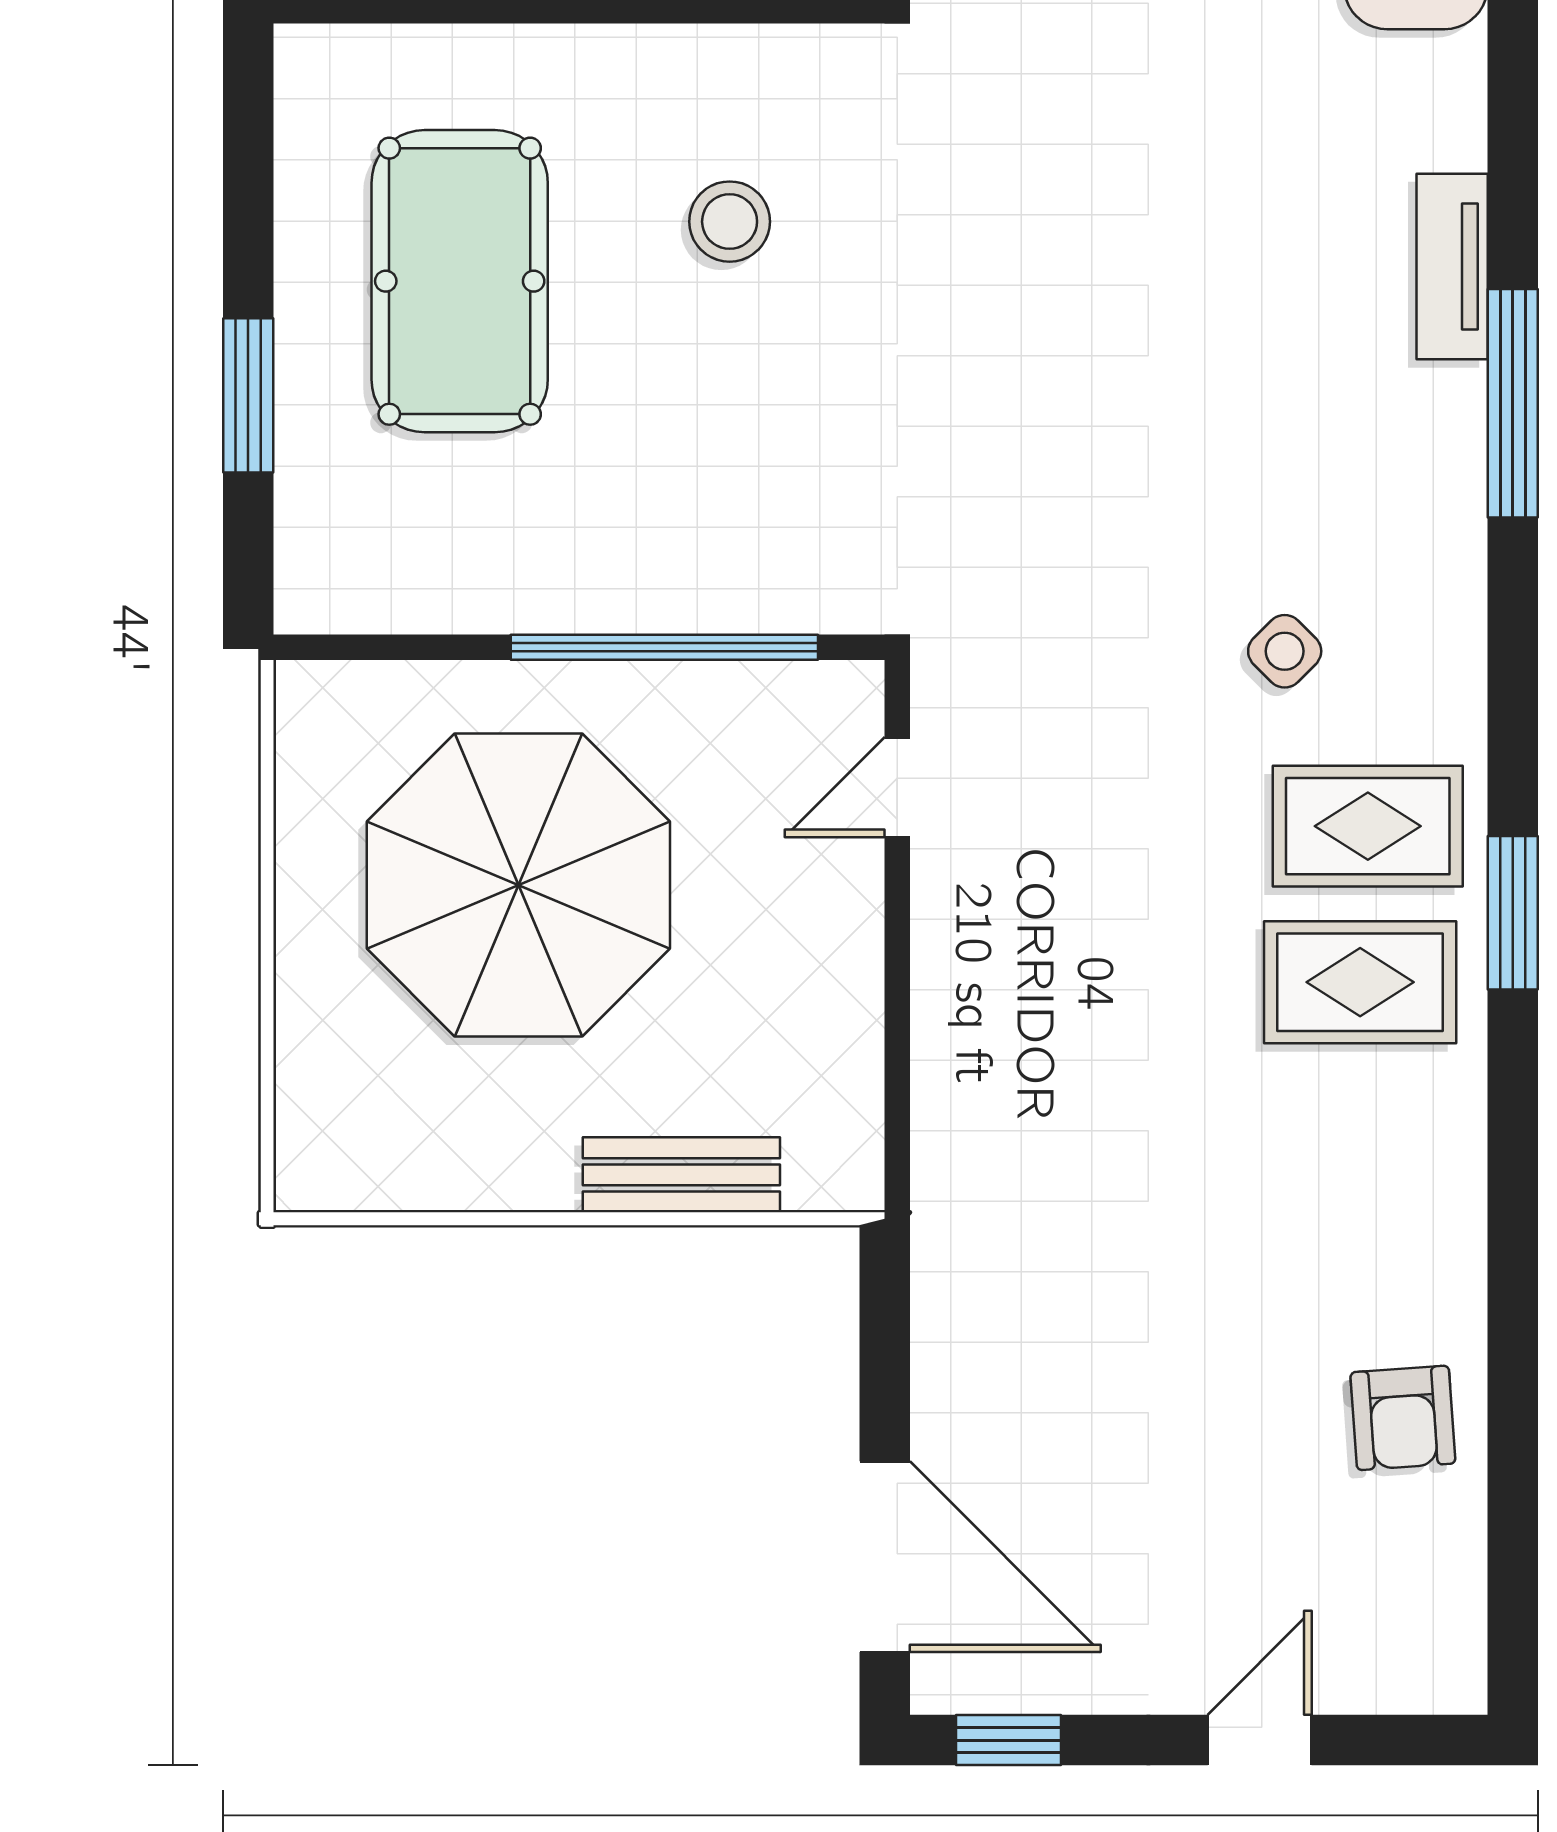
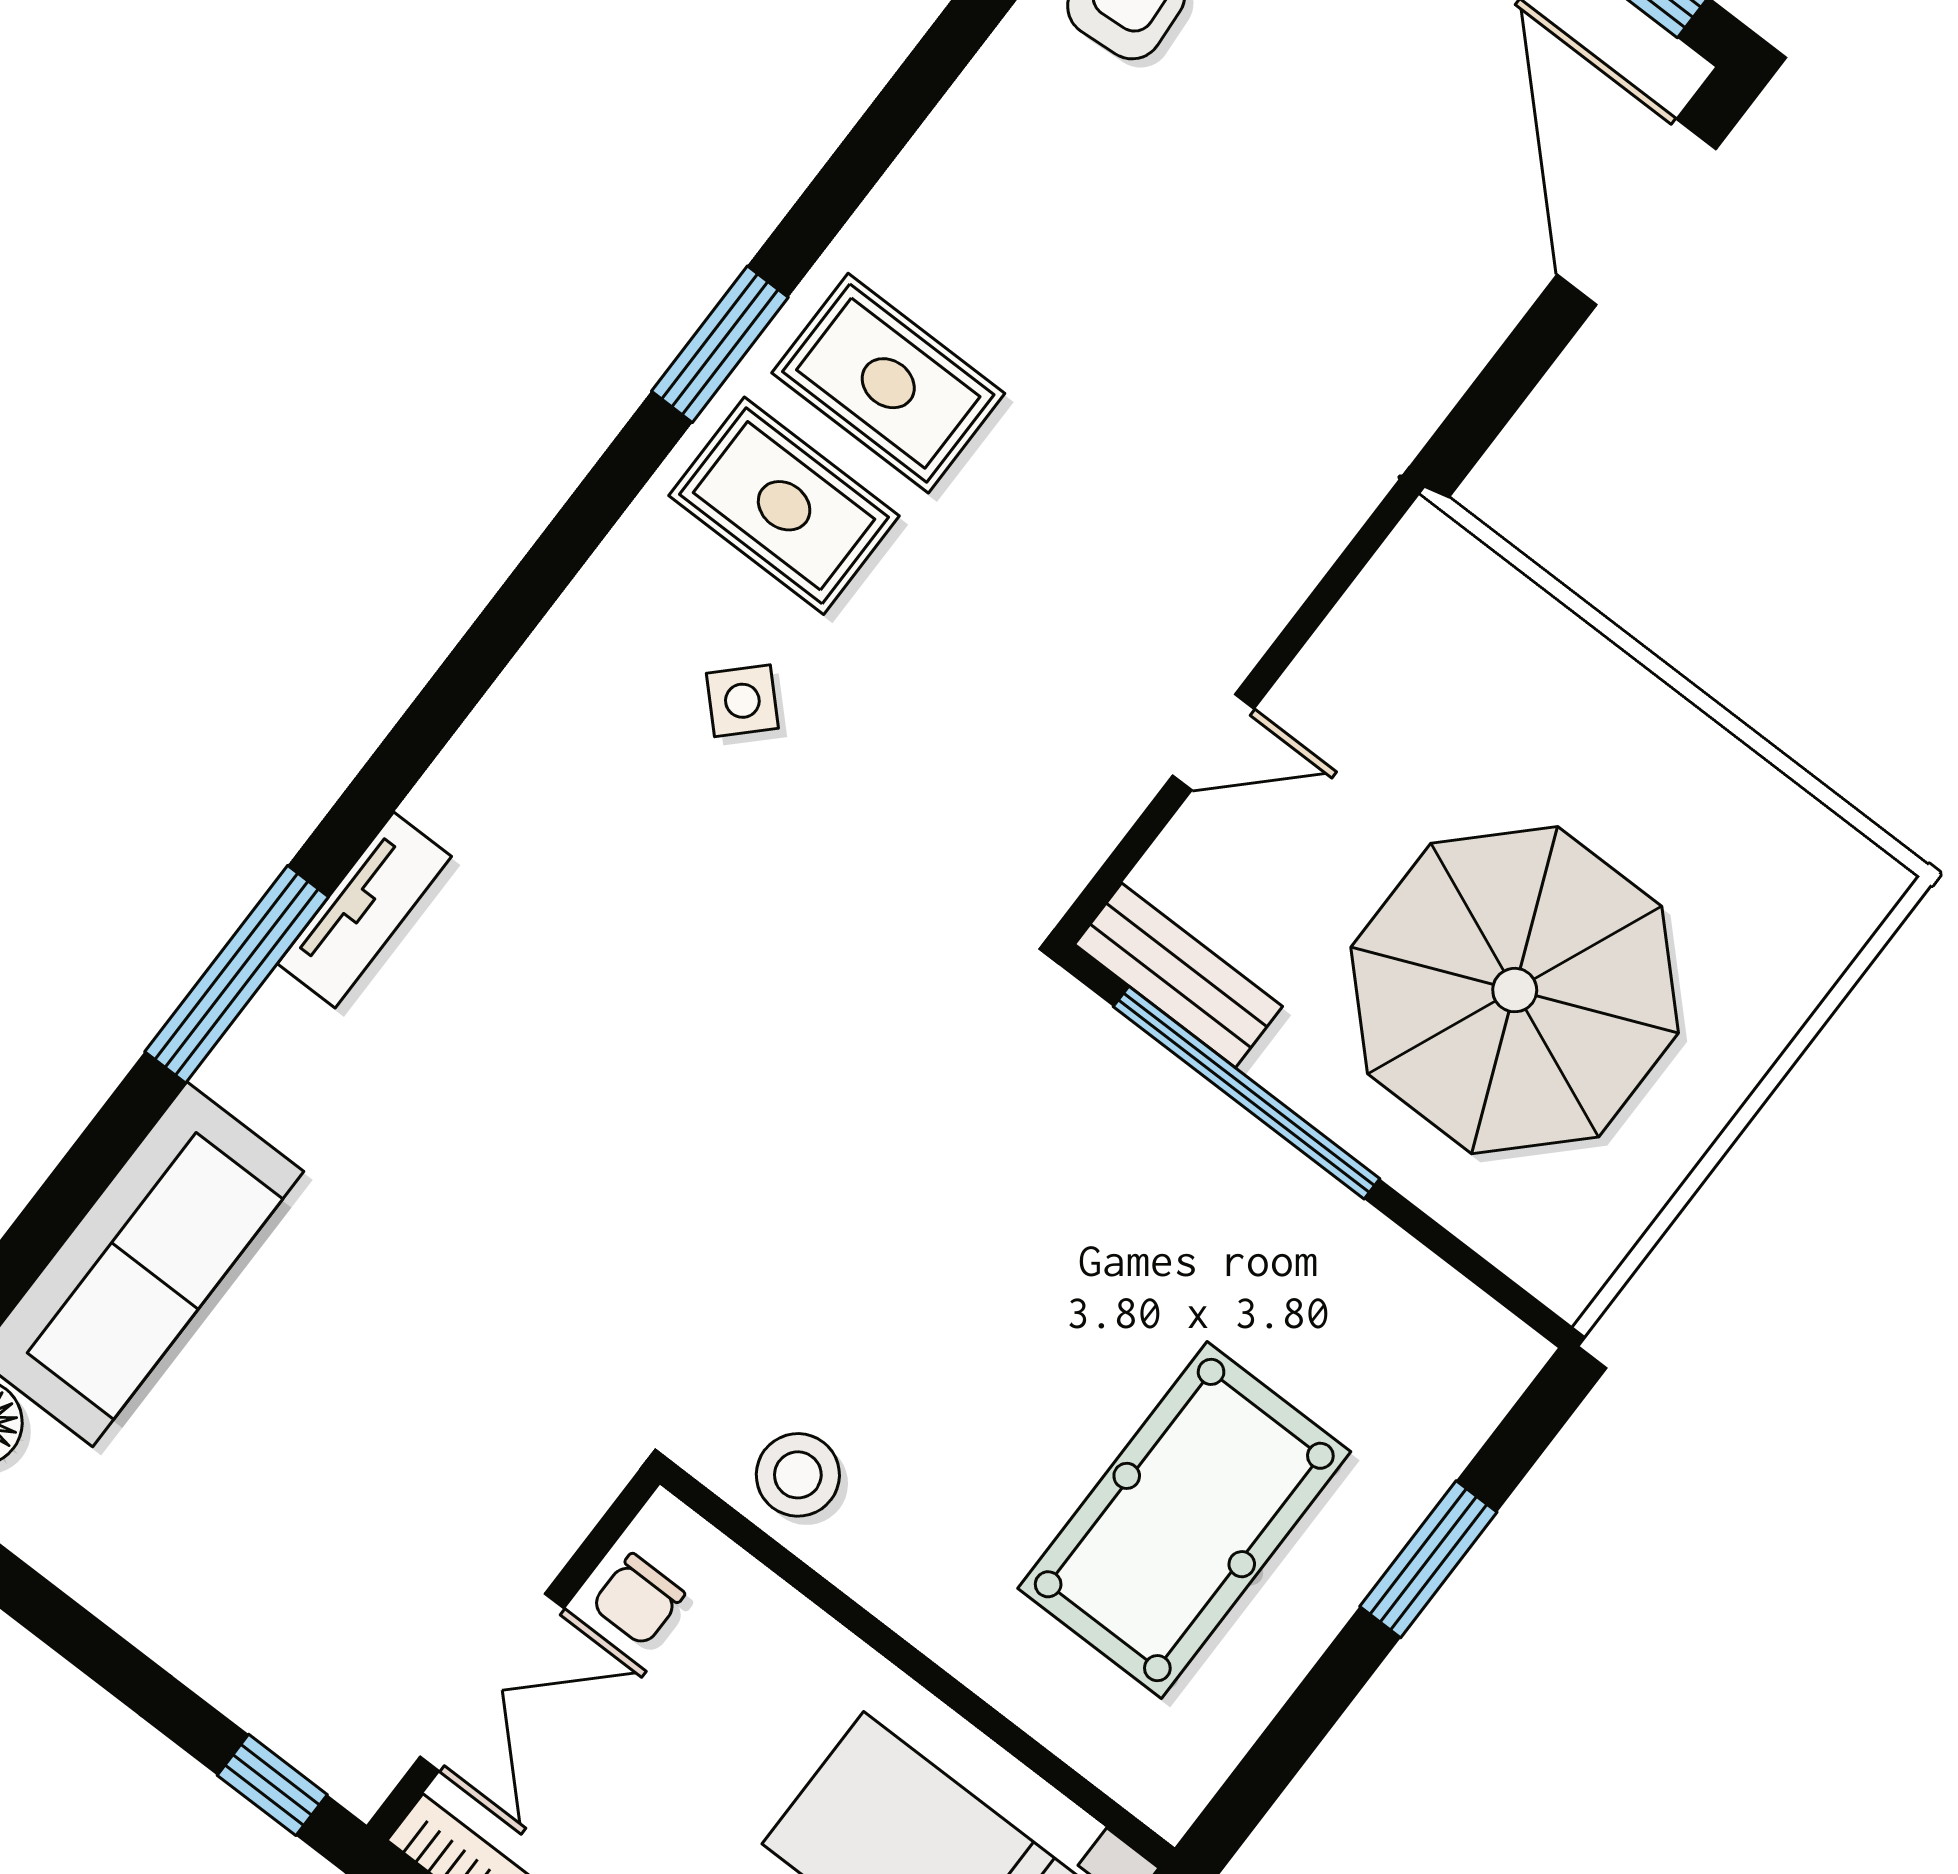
stool: (730, 222) -> (798, 1475), moved
window: (1513, 403) -> (237, 974), moved
door: (897, 787) -> (1213, 742), moved
bench: (681, 1175) -> (1179, 975), moved

